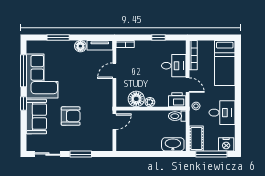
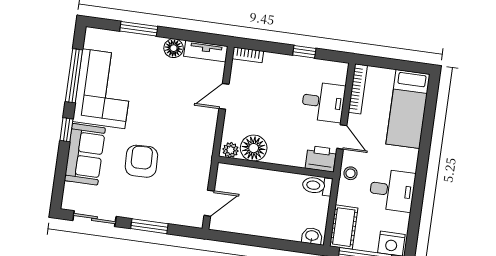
plant: (150, 102) -> (231, 150), moved
armchair: (71, 116) -> (141, 161), turned -92
door: (114, 122) -> (209, 203), moved
washbasin: (173, 144) -> (312, 236), width x0.52, depth x0.69

